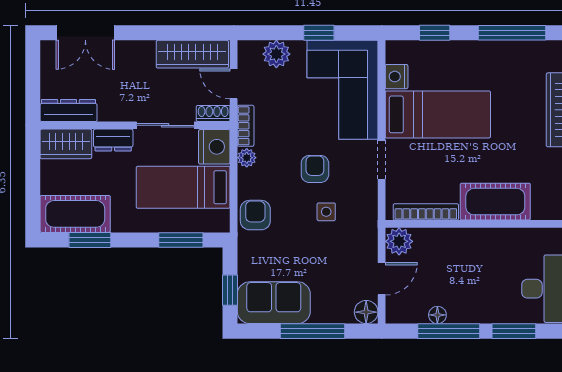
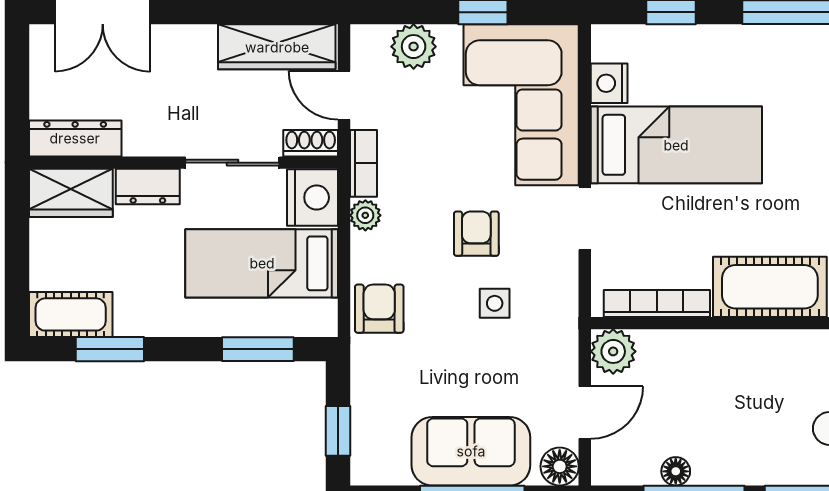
cot: (75, 214) -> (71, 314), width x0.73, depth x0.75
sofa: (274, 303) -> (471, 451), moved

